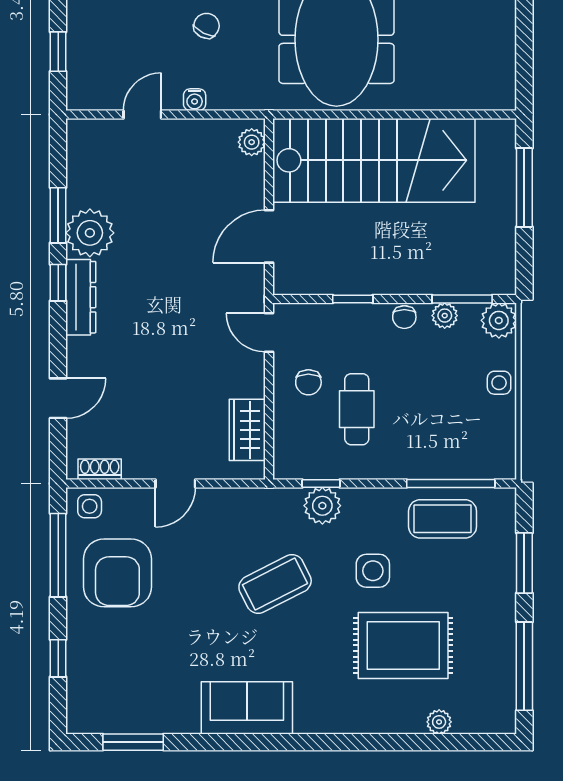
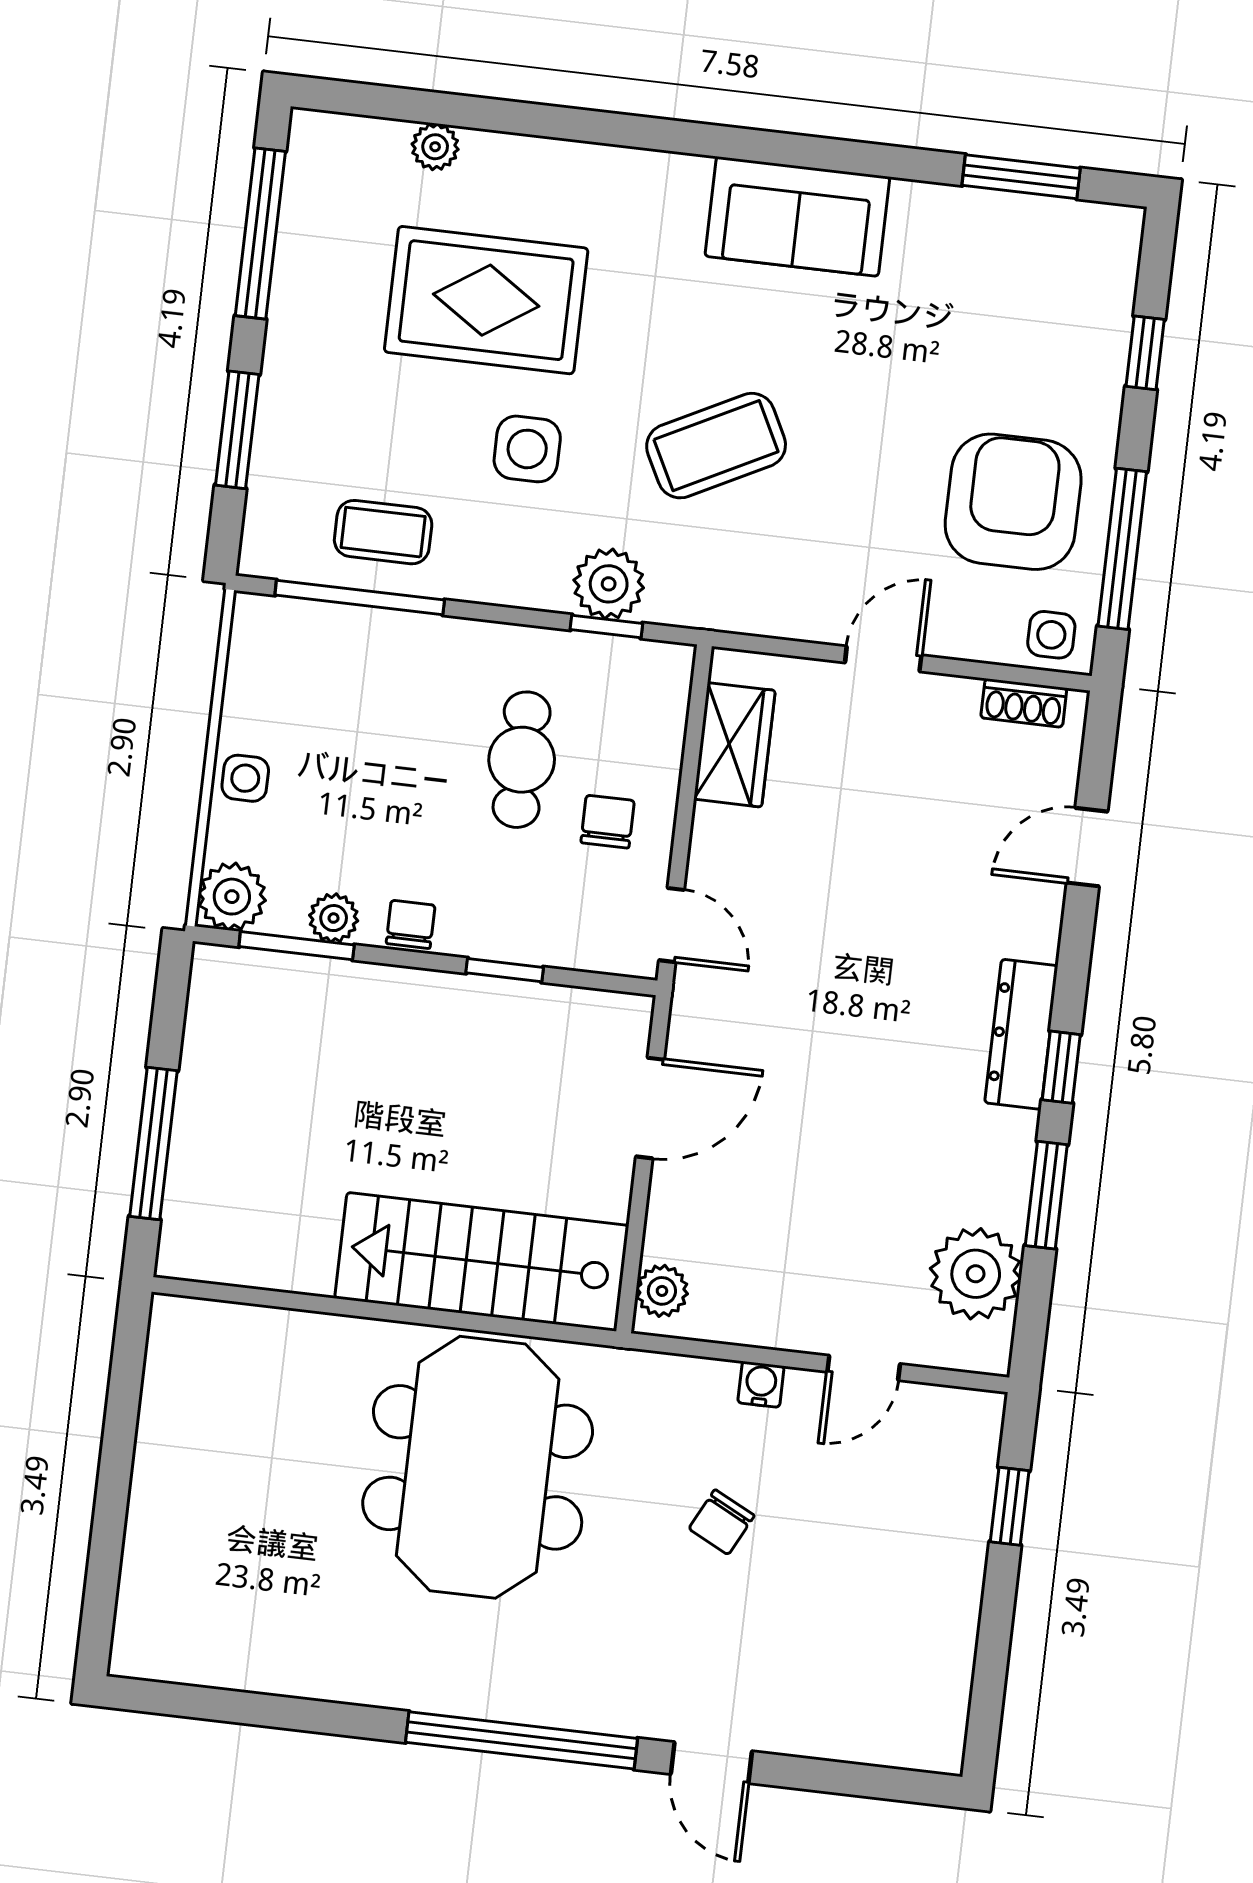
stairs: (374, 160) -> (482, 1262), width x0.73, depth x0.66
plant: (90, 233) -> (976, 1274), moved
coffee table: (443, 519) -> (383, 532), width x0.73, depth x0.77

